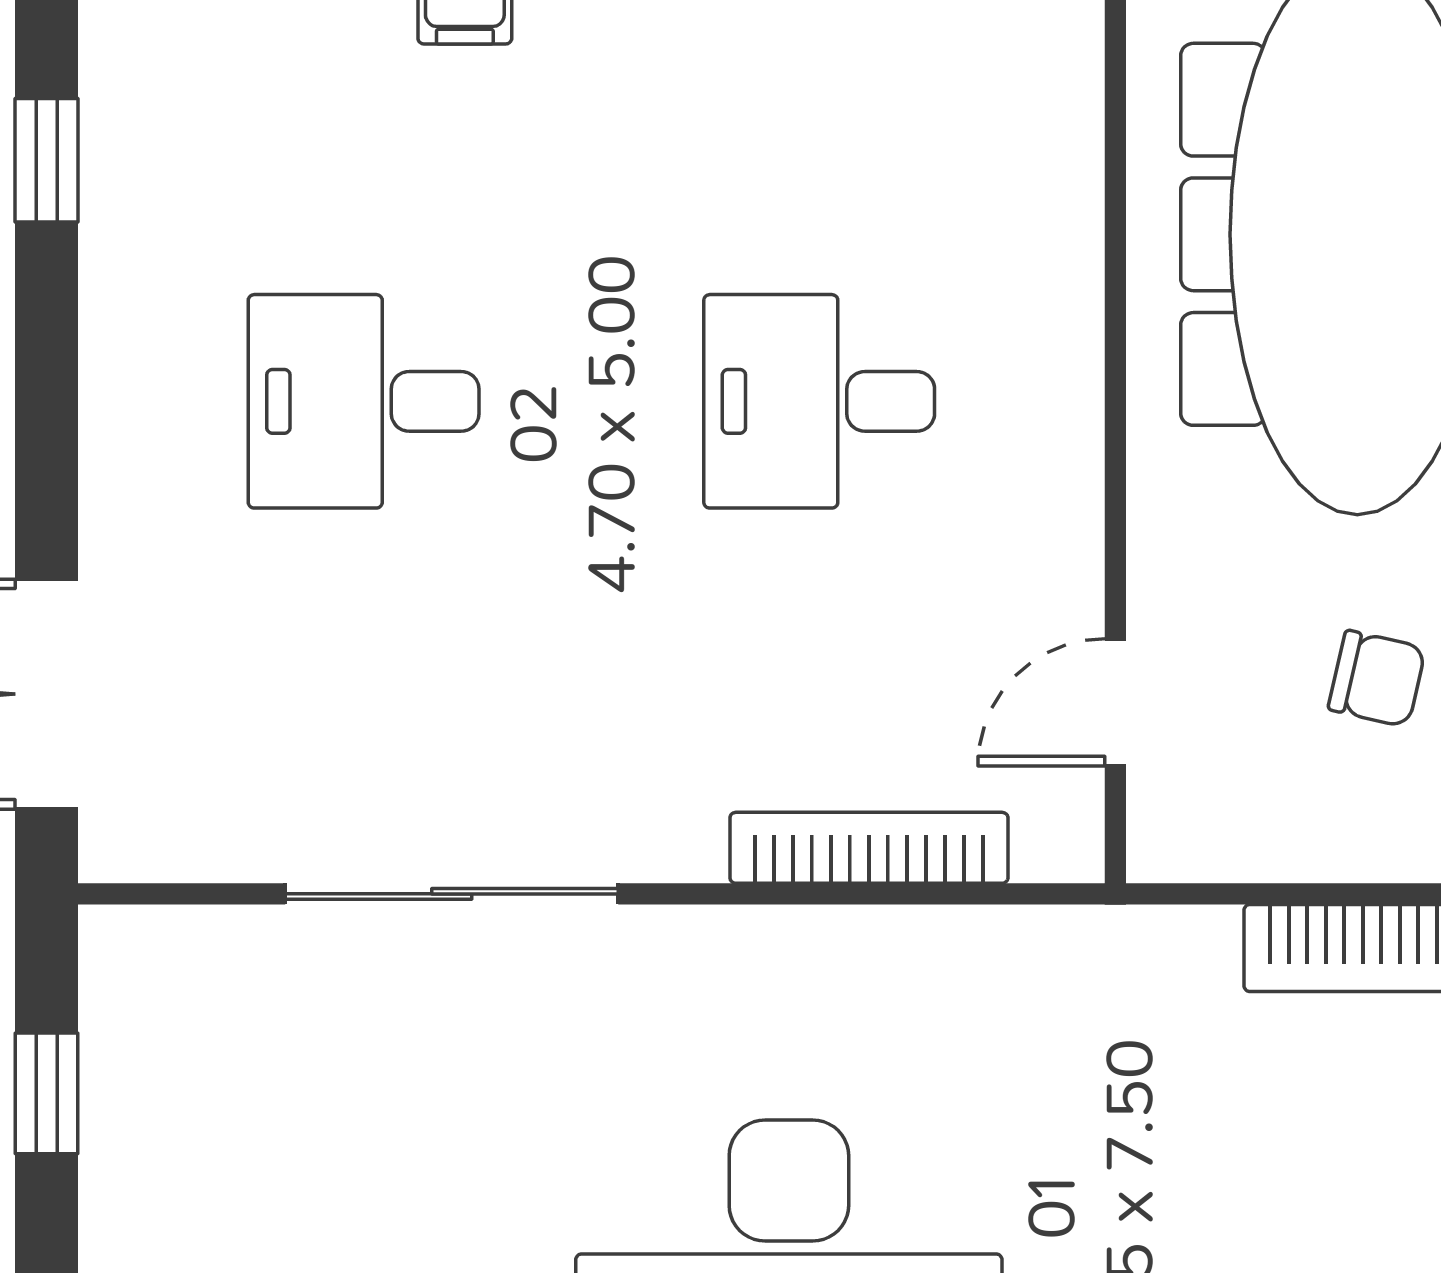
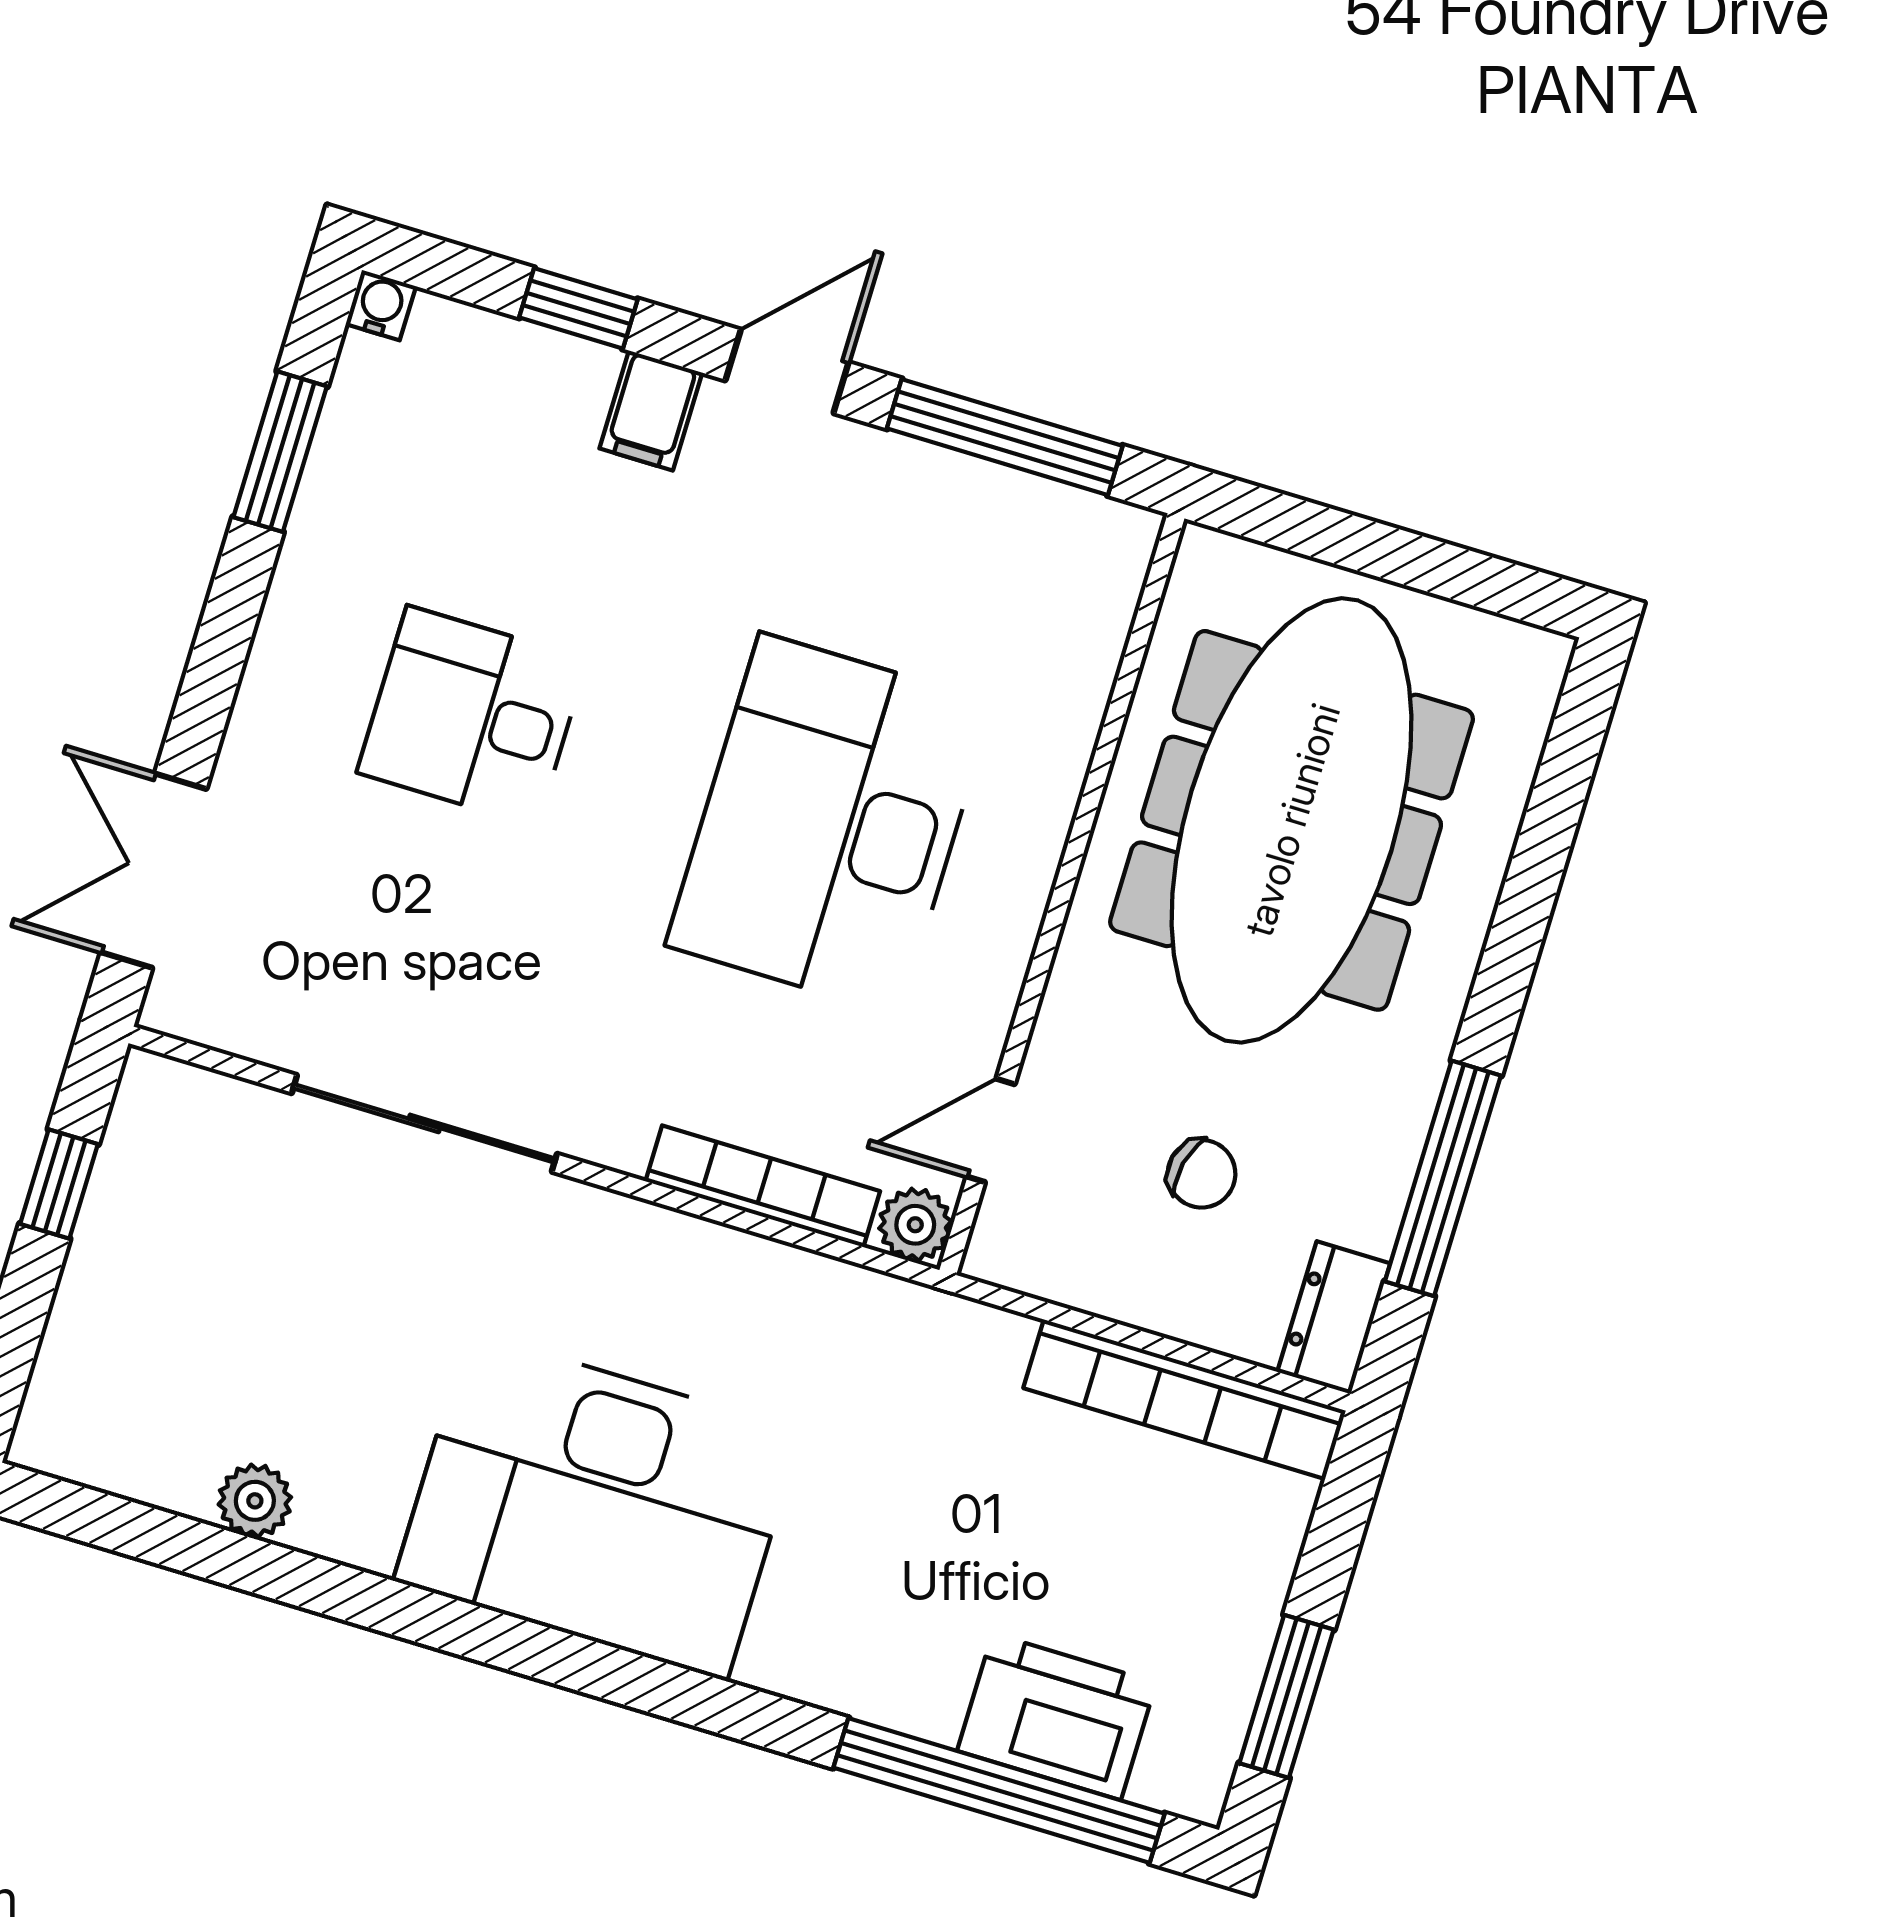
window: (47, 160) -> (280, 452), width x1.50
desk: (819, 401) -> (830, 824), width x1.87, depth x1.30
plant: (1061, 839) -> (915, 1225), added

